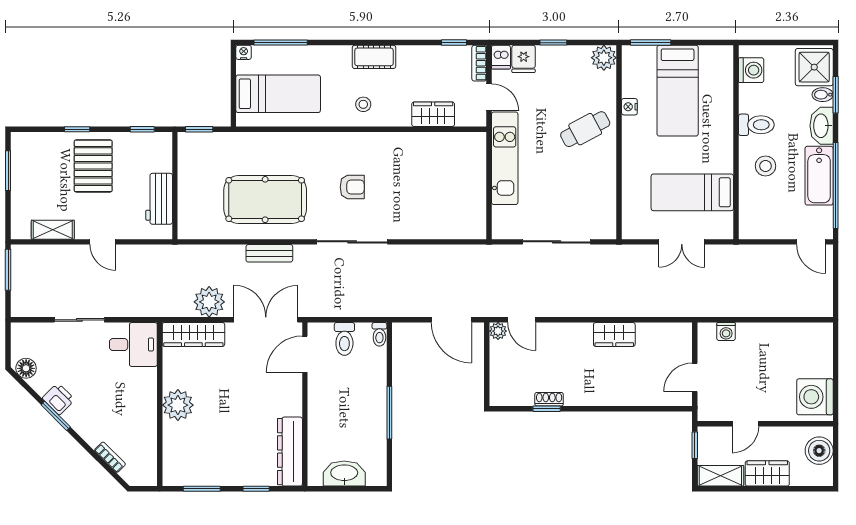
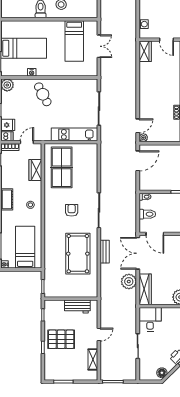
washing machine: (751, 70) -> (13, 12), removed
kitchen unit: (505, 158) -> (75, 134), moved
table tennis table: (438, 167) -> (62, 167), added
wardrobe: (614, 334) -> (145, 51), moved

